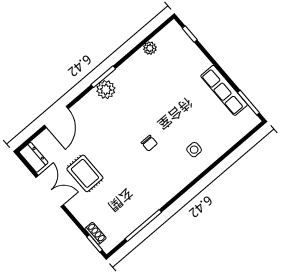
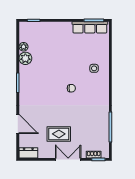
plant: (106, 90) -> (25, 58), moved
row of seats: (224, 90) -> (90, 27), moved
double door: (50, 191) -> (68, 159), moved

